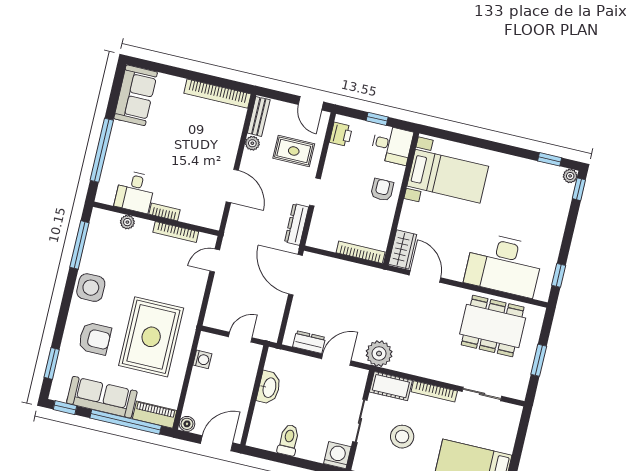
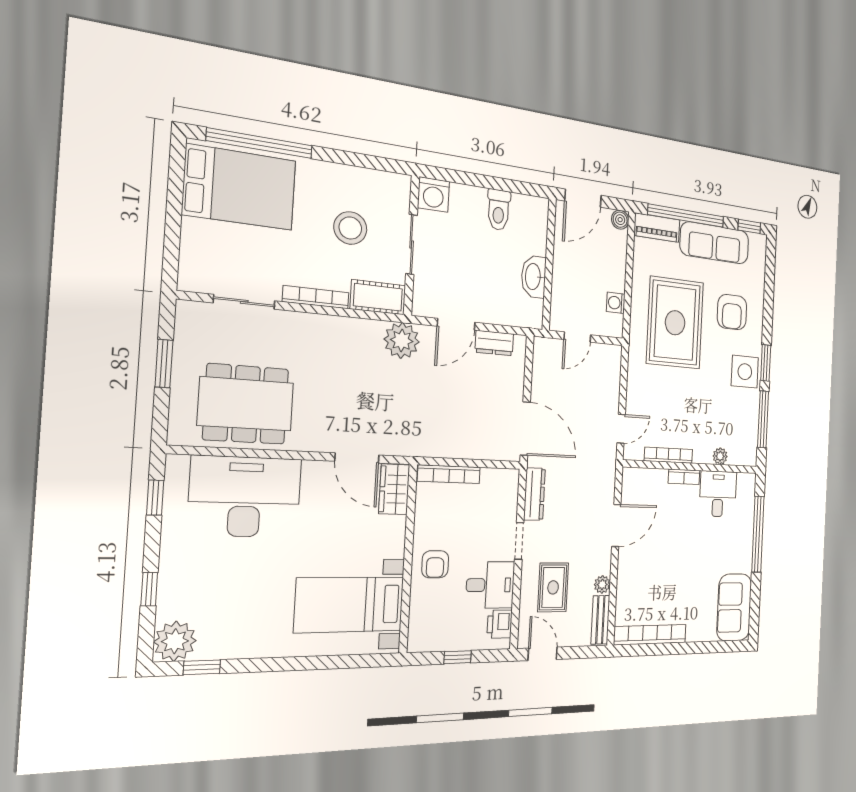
desk: (392, 145) -> (490, 585), moved, turned 180
rug: (294, 151) -> (553, 587), turned 90
plant: (570, 176) -> (175, 641), width x1.88, depth x1.88
door: (232, 186) -> (616, 526), swing flipped
window: (579, 189) -> (149, 589), moved
armchair: (95, 339) -> (732, 312), turned -90
window: (52, 363) -> (766, 363), moved

